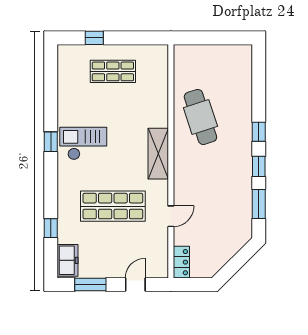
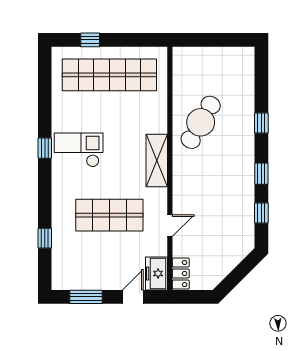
shop shelf: (113, 71) -> (109, 75), width x2.00, depth x1.36
cafe table: (200, 117) -> (201, 122), turned 48
window: (259, 132) -> (261, 123), moved
window: (259, 204) -> (261, 213), width x0.67
freezer: (68, 260) -> (157, 273), moved, turned 180

